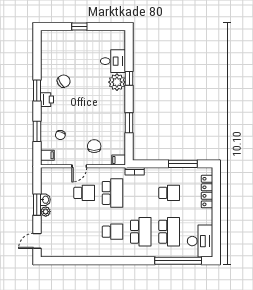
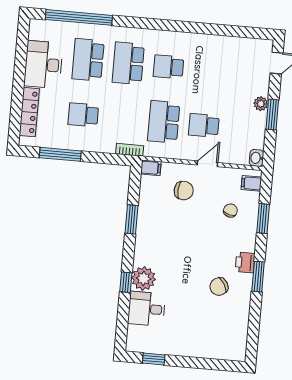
window: (79, 26) -> (154, 359), moved
chair: (94, 146) -> (184, 191), turned -86
washbasin: (45, 200) -> (257, 158), moved
desk: (200, 241) -> (43, 65), moved

